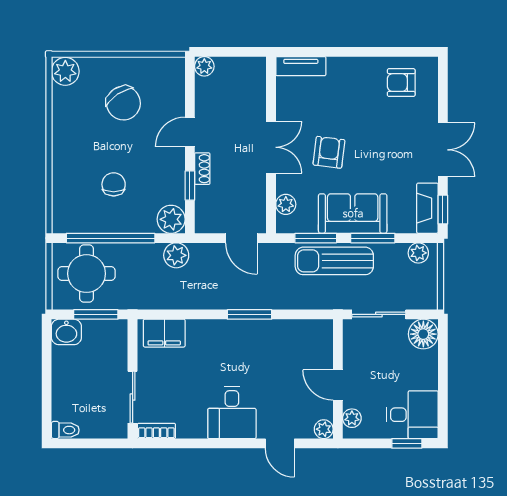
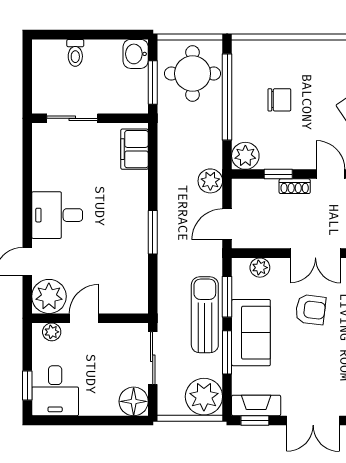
plant: (418, 253) -> (204, 397), width x1.87, depth x1.87
plant: (176, 255) -> (210, 181), moved
plant: (324, 429) -> (49, 296), width x1.87, depth x1.87
toilet: (65, 430) -> (75, 53), moved
bookcase: (156, 431) -> (39, 142), removed

